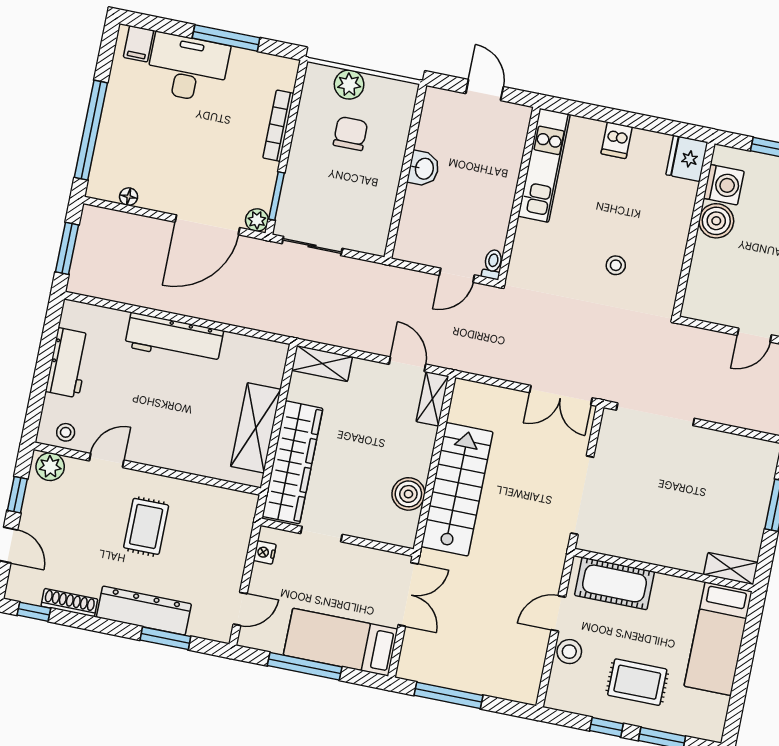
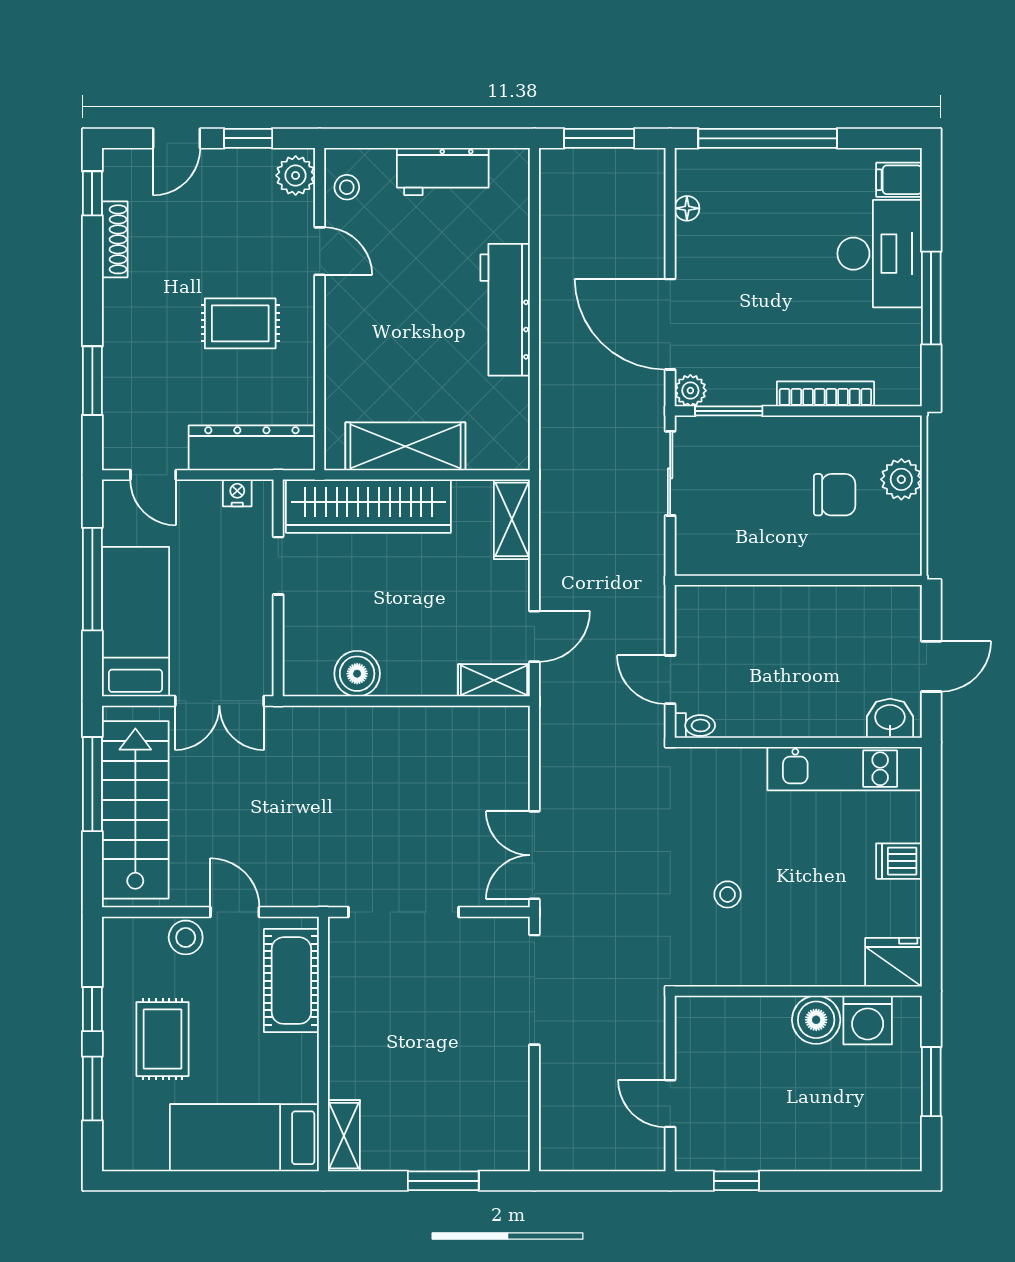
washbasin: (424, 169) -> (890, 718), moved, turned 180
stairs: (457, 489) -> (135, 810), moved, turned -90
dresser: (144, 611) -> (252, 448), moved, turned -90

